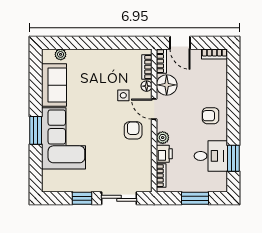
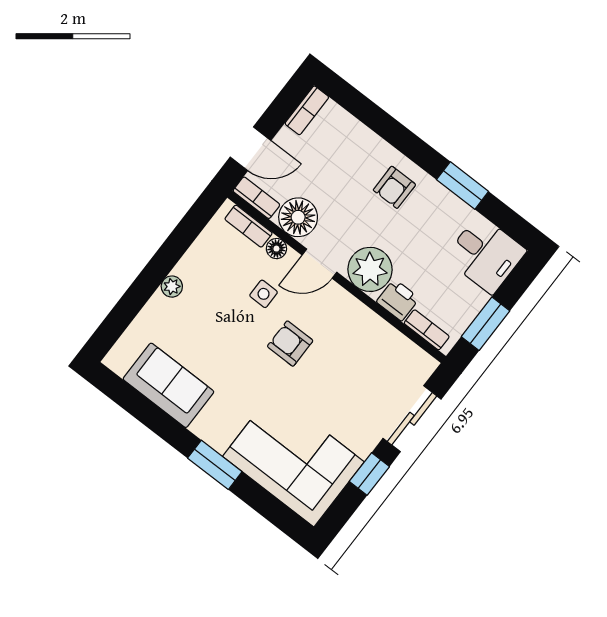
plant: (61, 54) -> (172, 287), moved
armchair: (133, 130) -> (290, 344), moved
corner sofa: (64, 138) -> (293, 459), moved
plant: (163, 138) -> (370, 269), width x1.87, depth x1.87
desk: (211, 156) -> (485, 254), moved, turned 90
window: (233, 158) -> (463, 186), moved
window: (195, 198) -> (486, 324), moved

